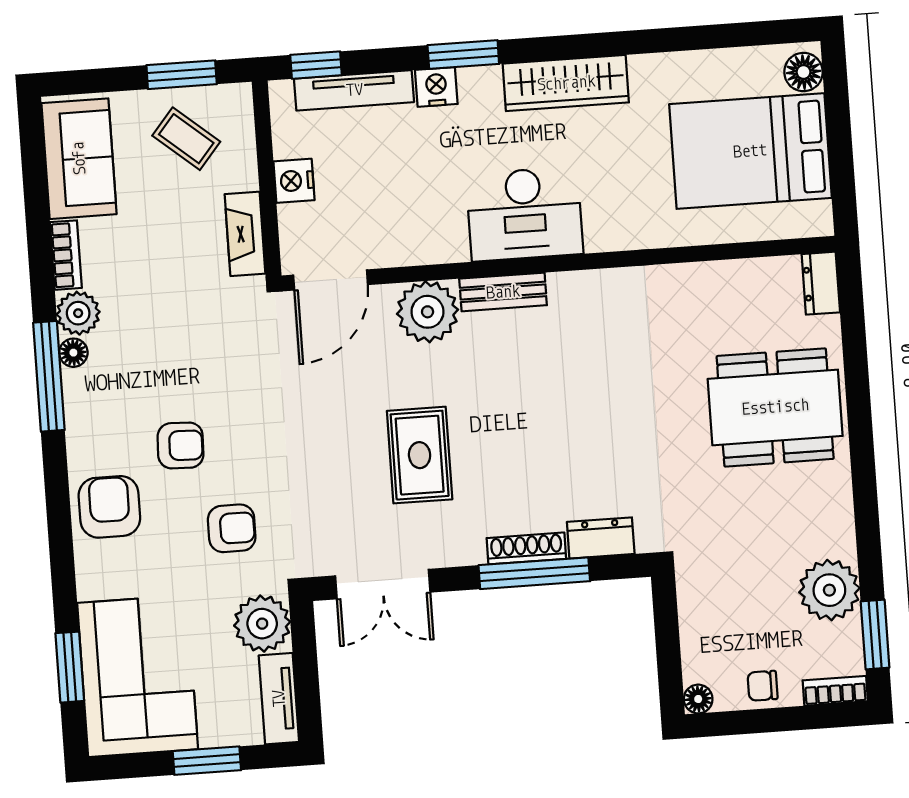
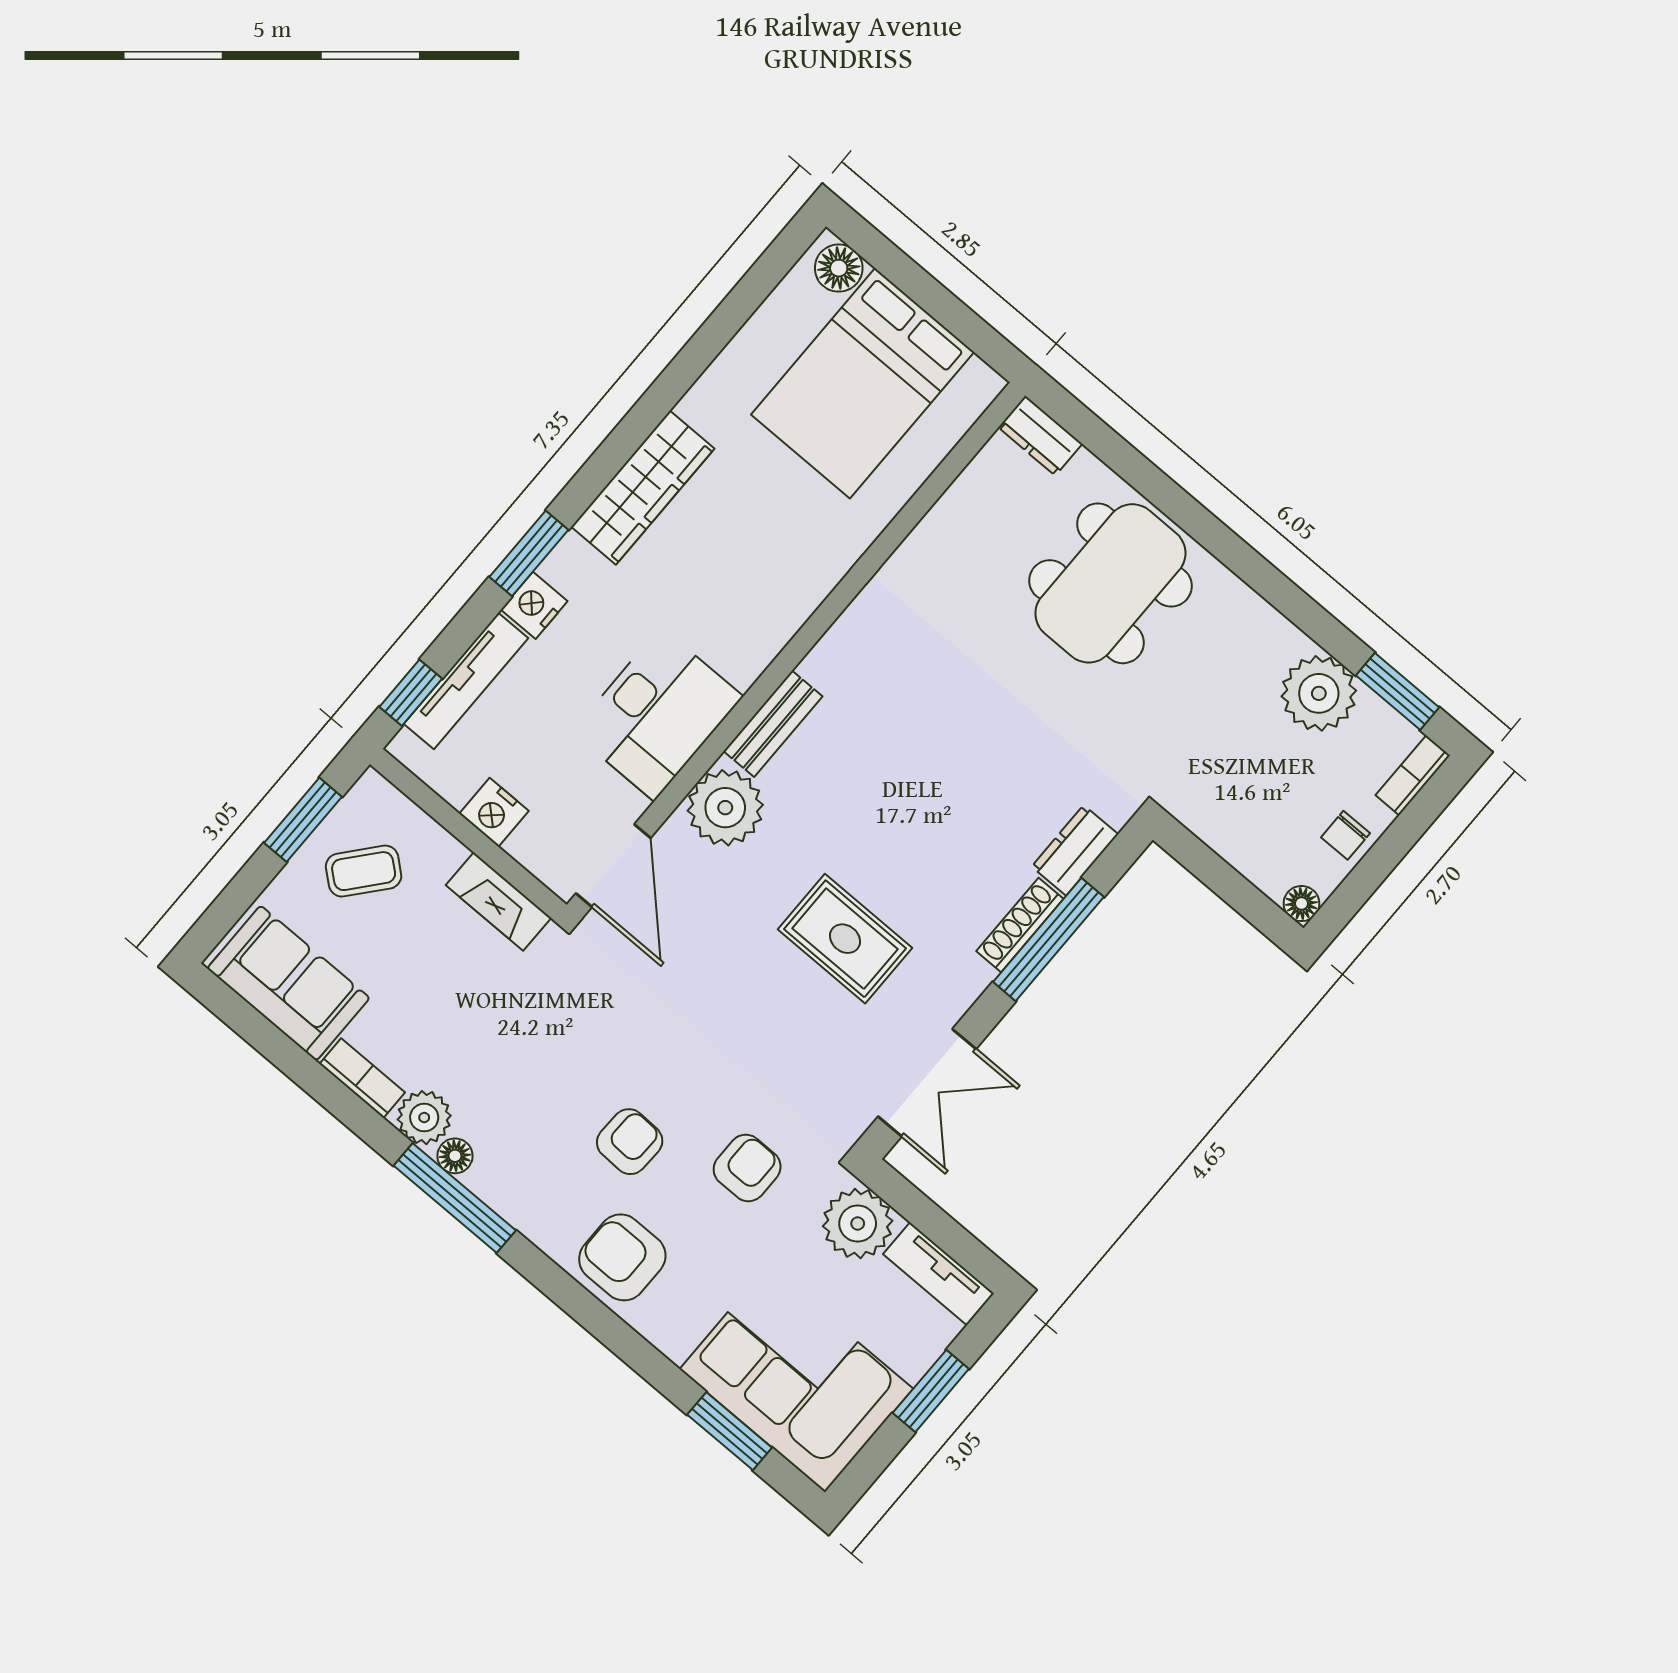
desk: (525, 214) -> (658, 714), moved

